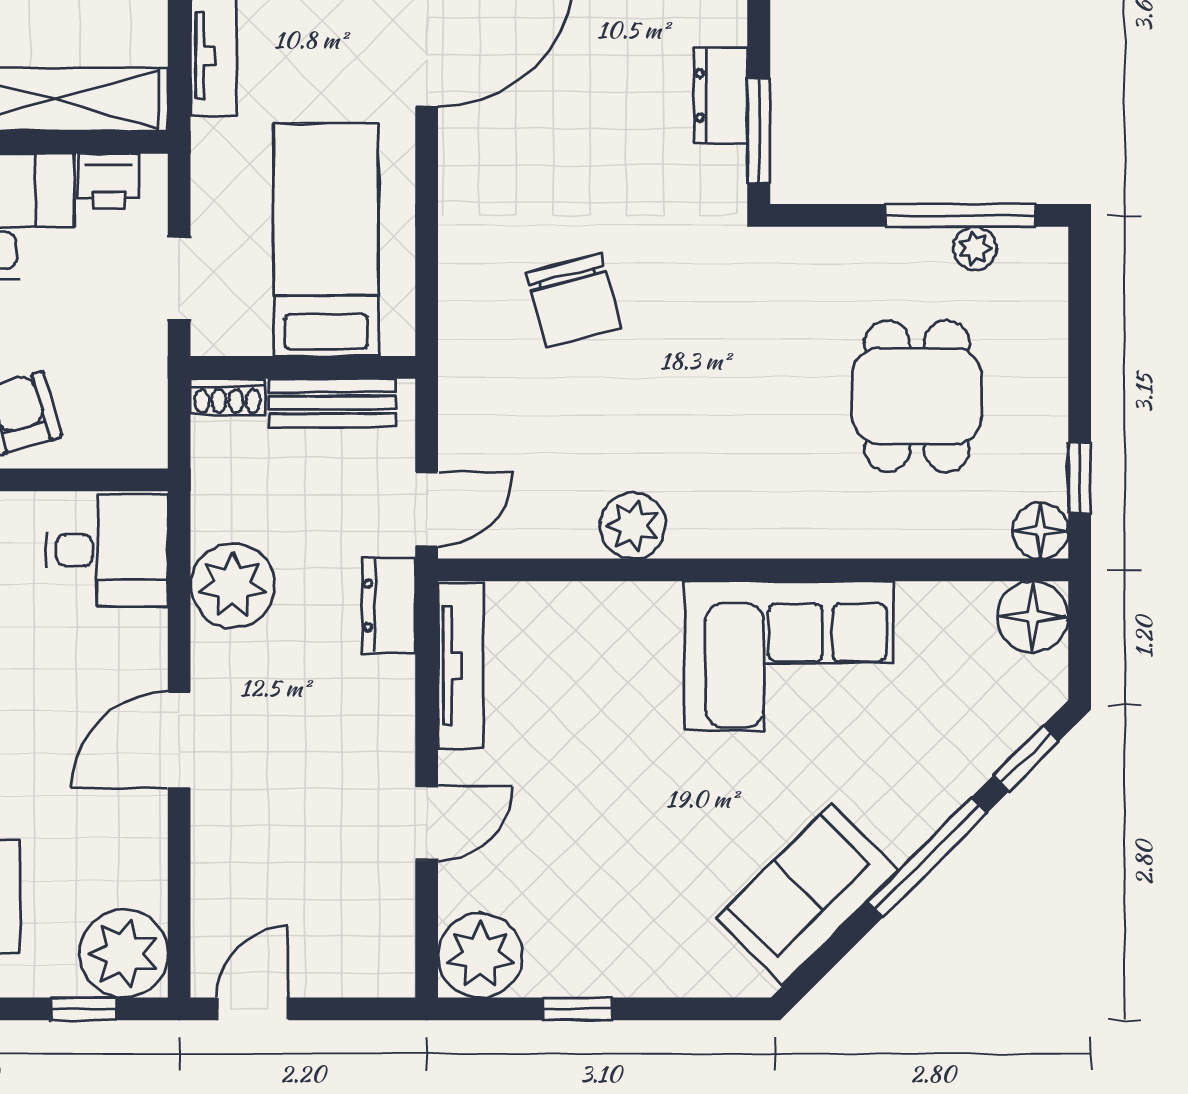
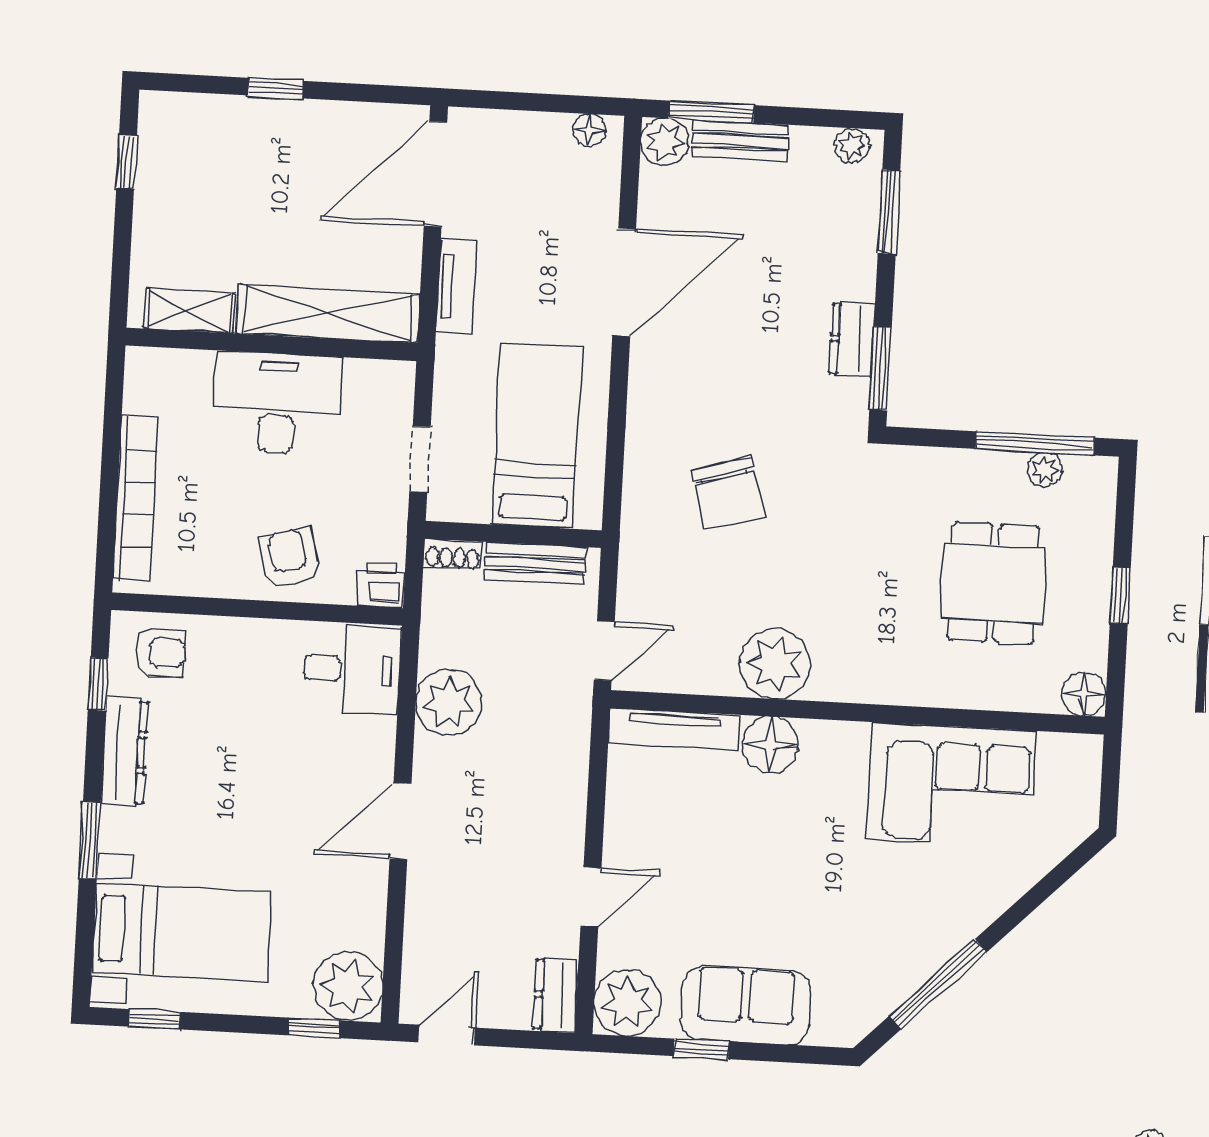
printer: (109, 181) -> (381, 585), moved, turned 180
window: (1080, 478) -> (1120, 595), moved
plant: (633, 526) -> (775, 664), width x1.36, depth x1.36
dresser: (389, 605) -> (556, 995), moved
floor lamp: (1033, 617) -> (770, 744), moved
corner sofa: (789, 656) -> (951, 785), moved
tv unit: (460, 666) -> (674, 729), moved, turned 90
window: (1026, 759) -> (1063, 872), removed
window: (927, 857) -> (938, 984), moved
sofa: (807, 894) -> (746, 1005), moved, turned 45

